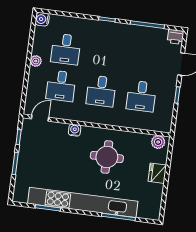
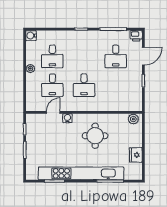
desk: (141, 96) -> (116, 56), moved
door: (40, 118) -> (53, 112), moved
fridge: (157, 173) -> (136, 155), moved

